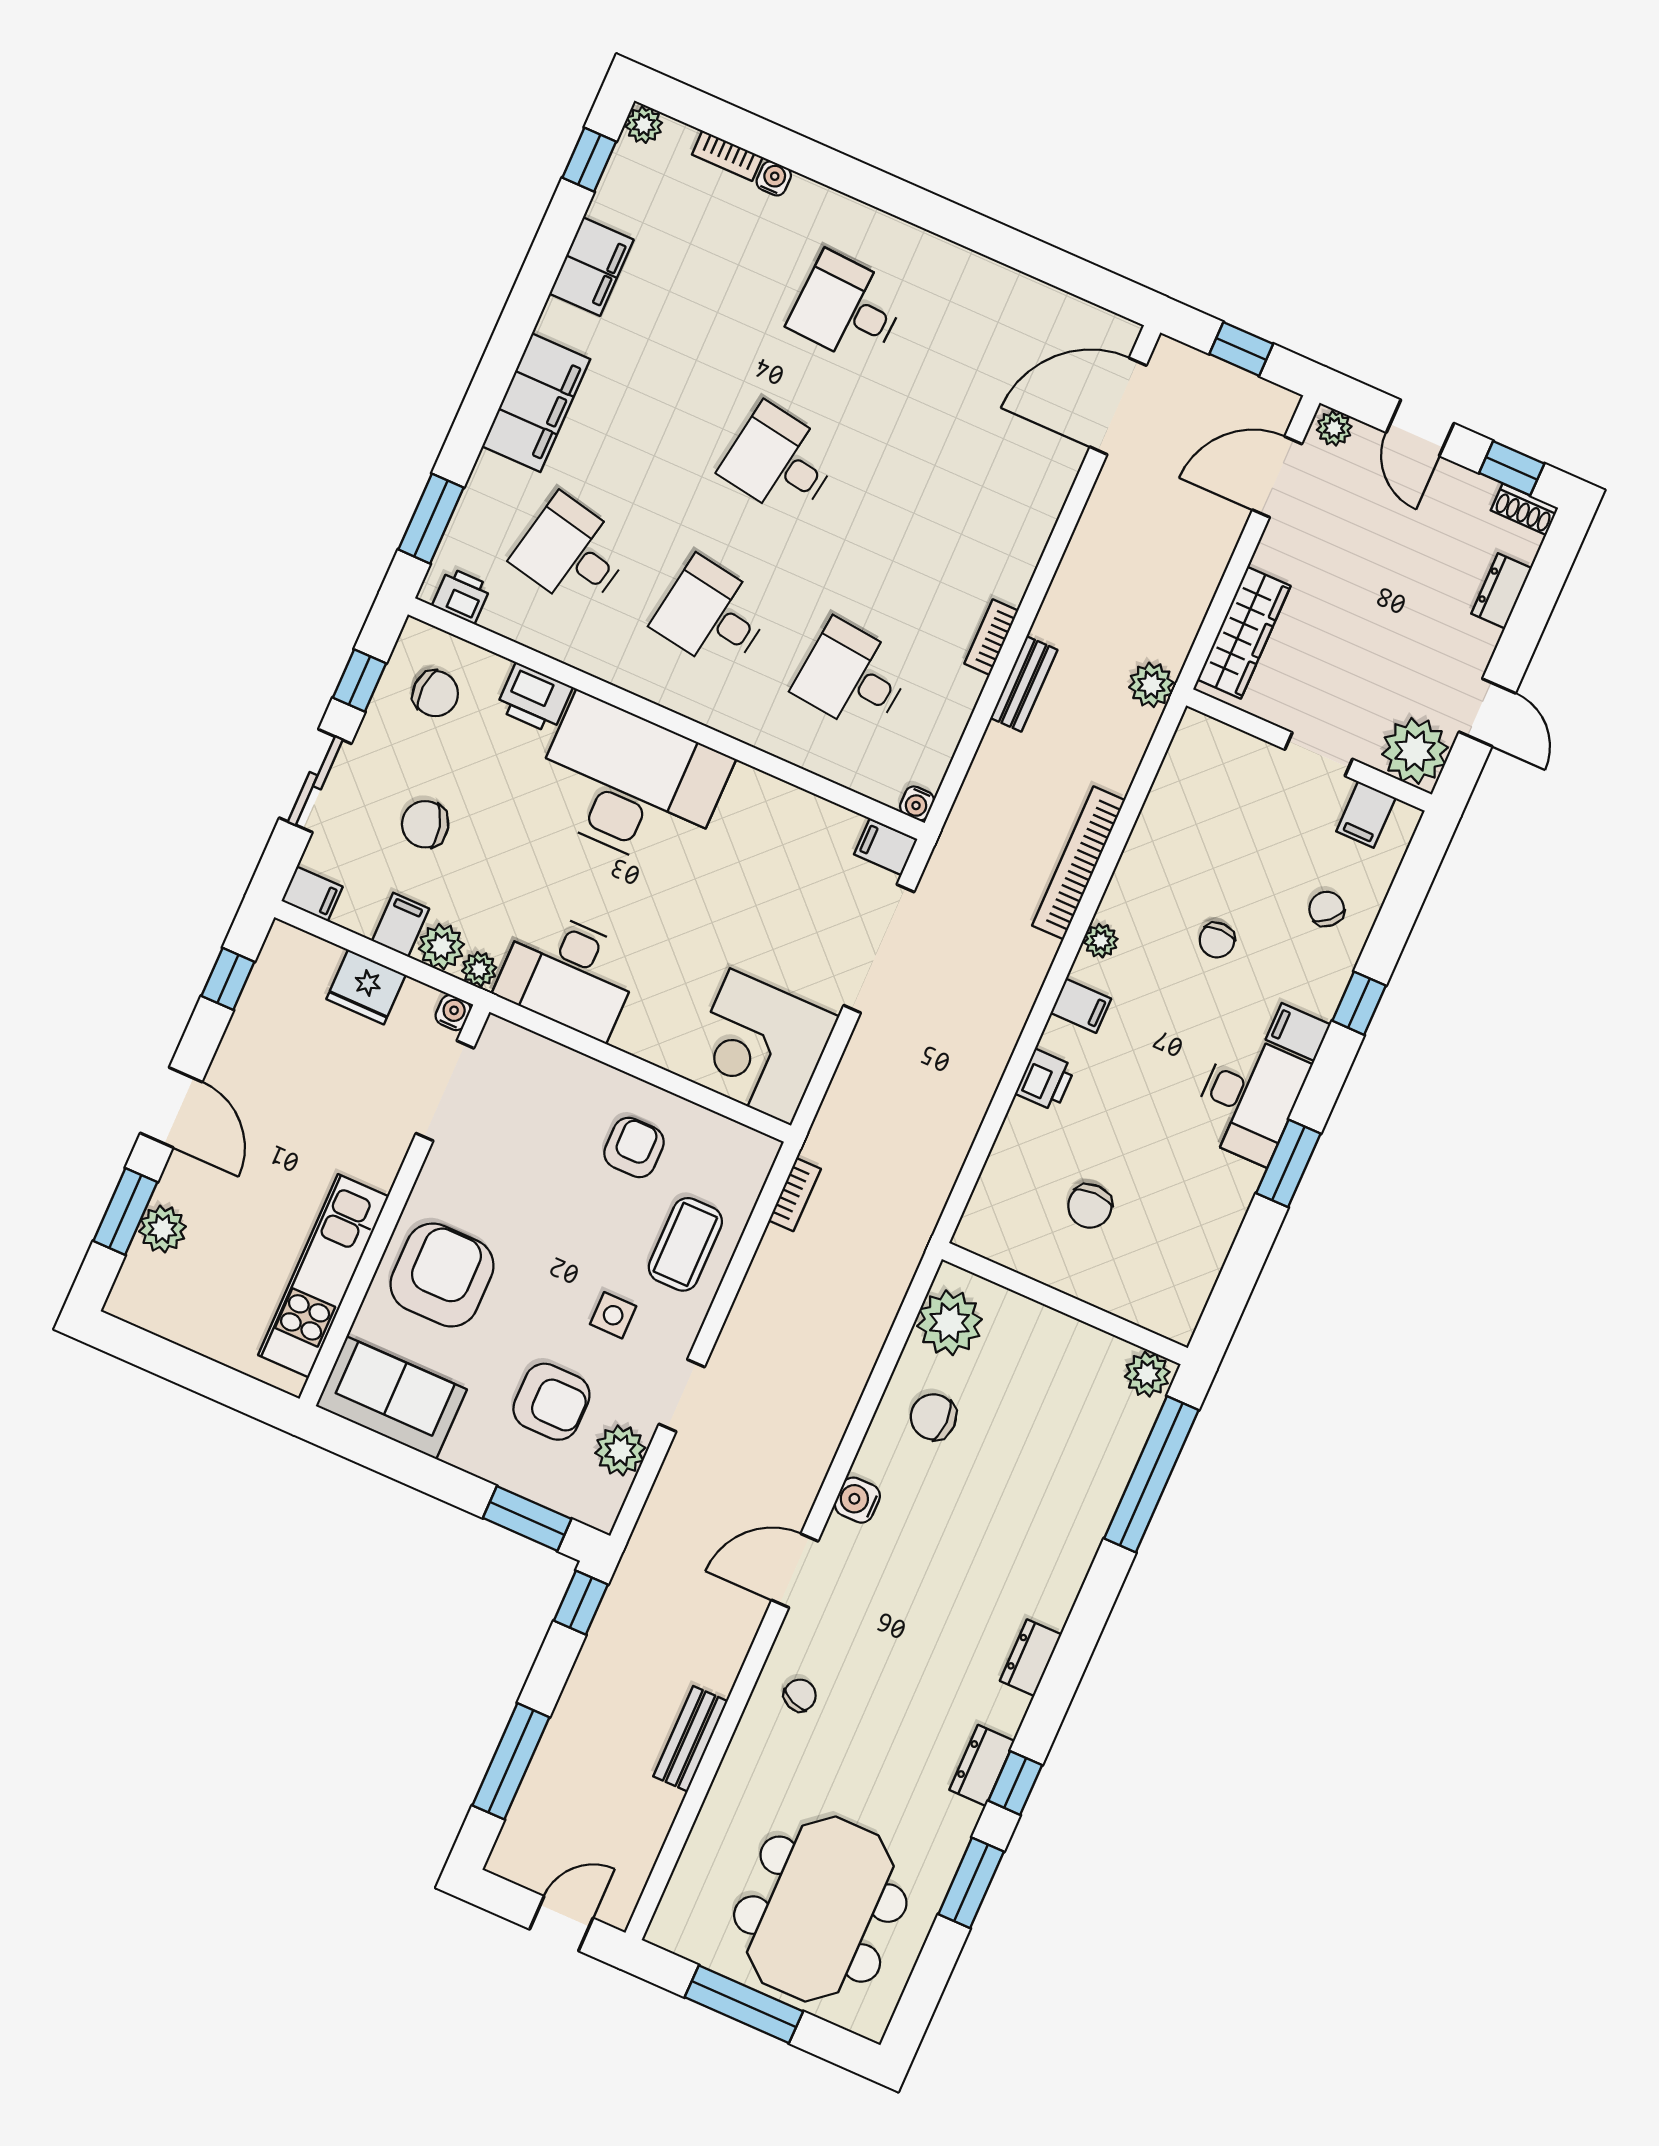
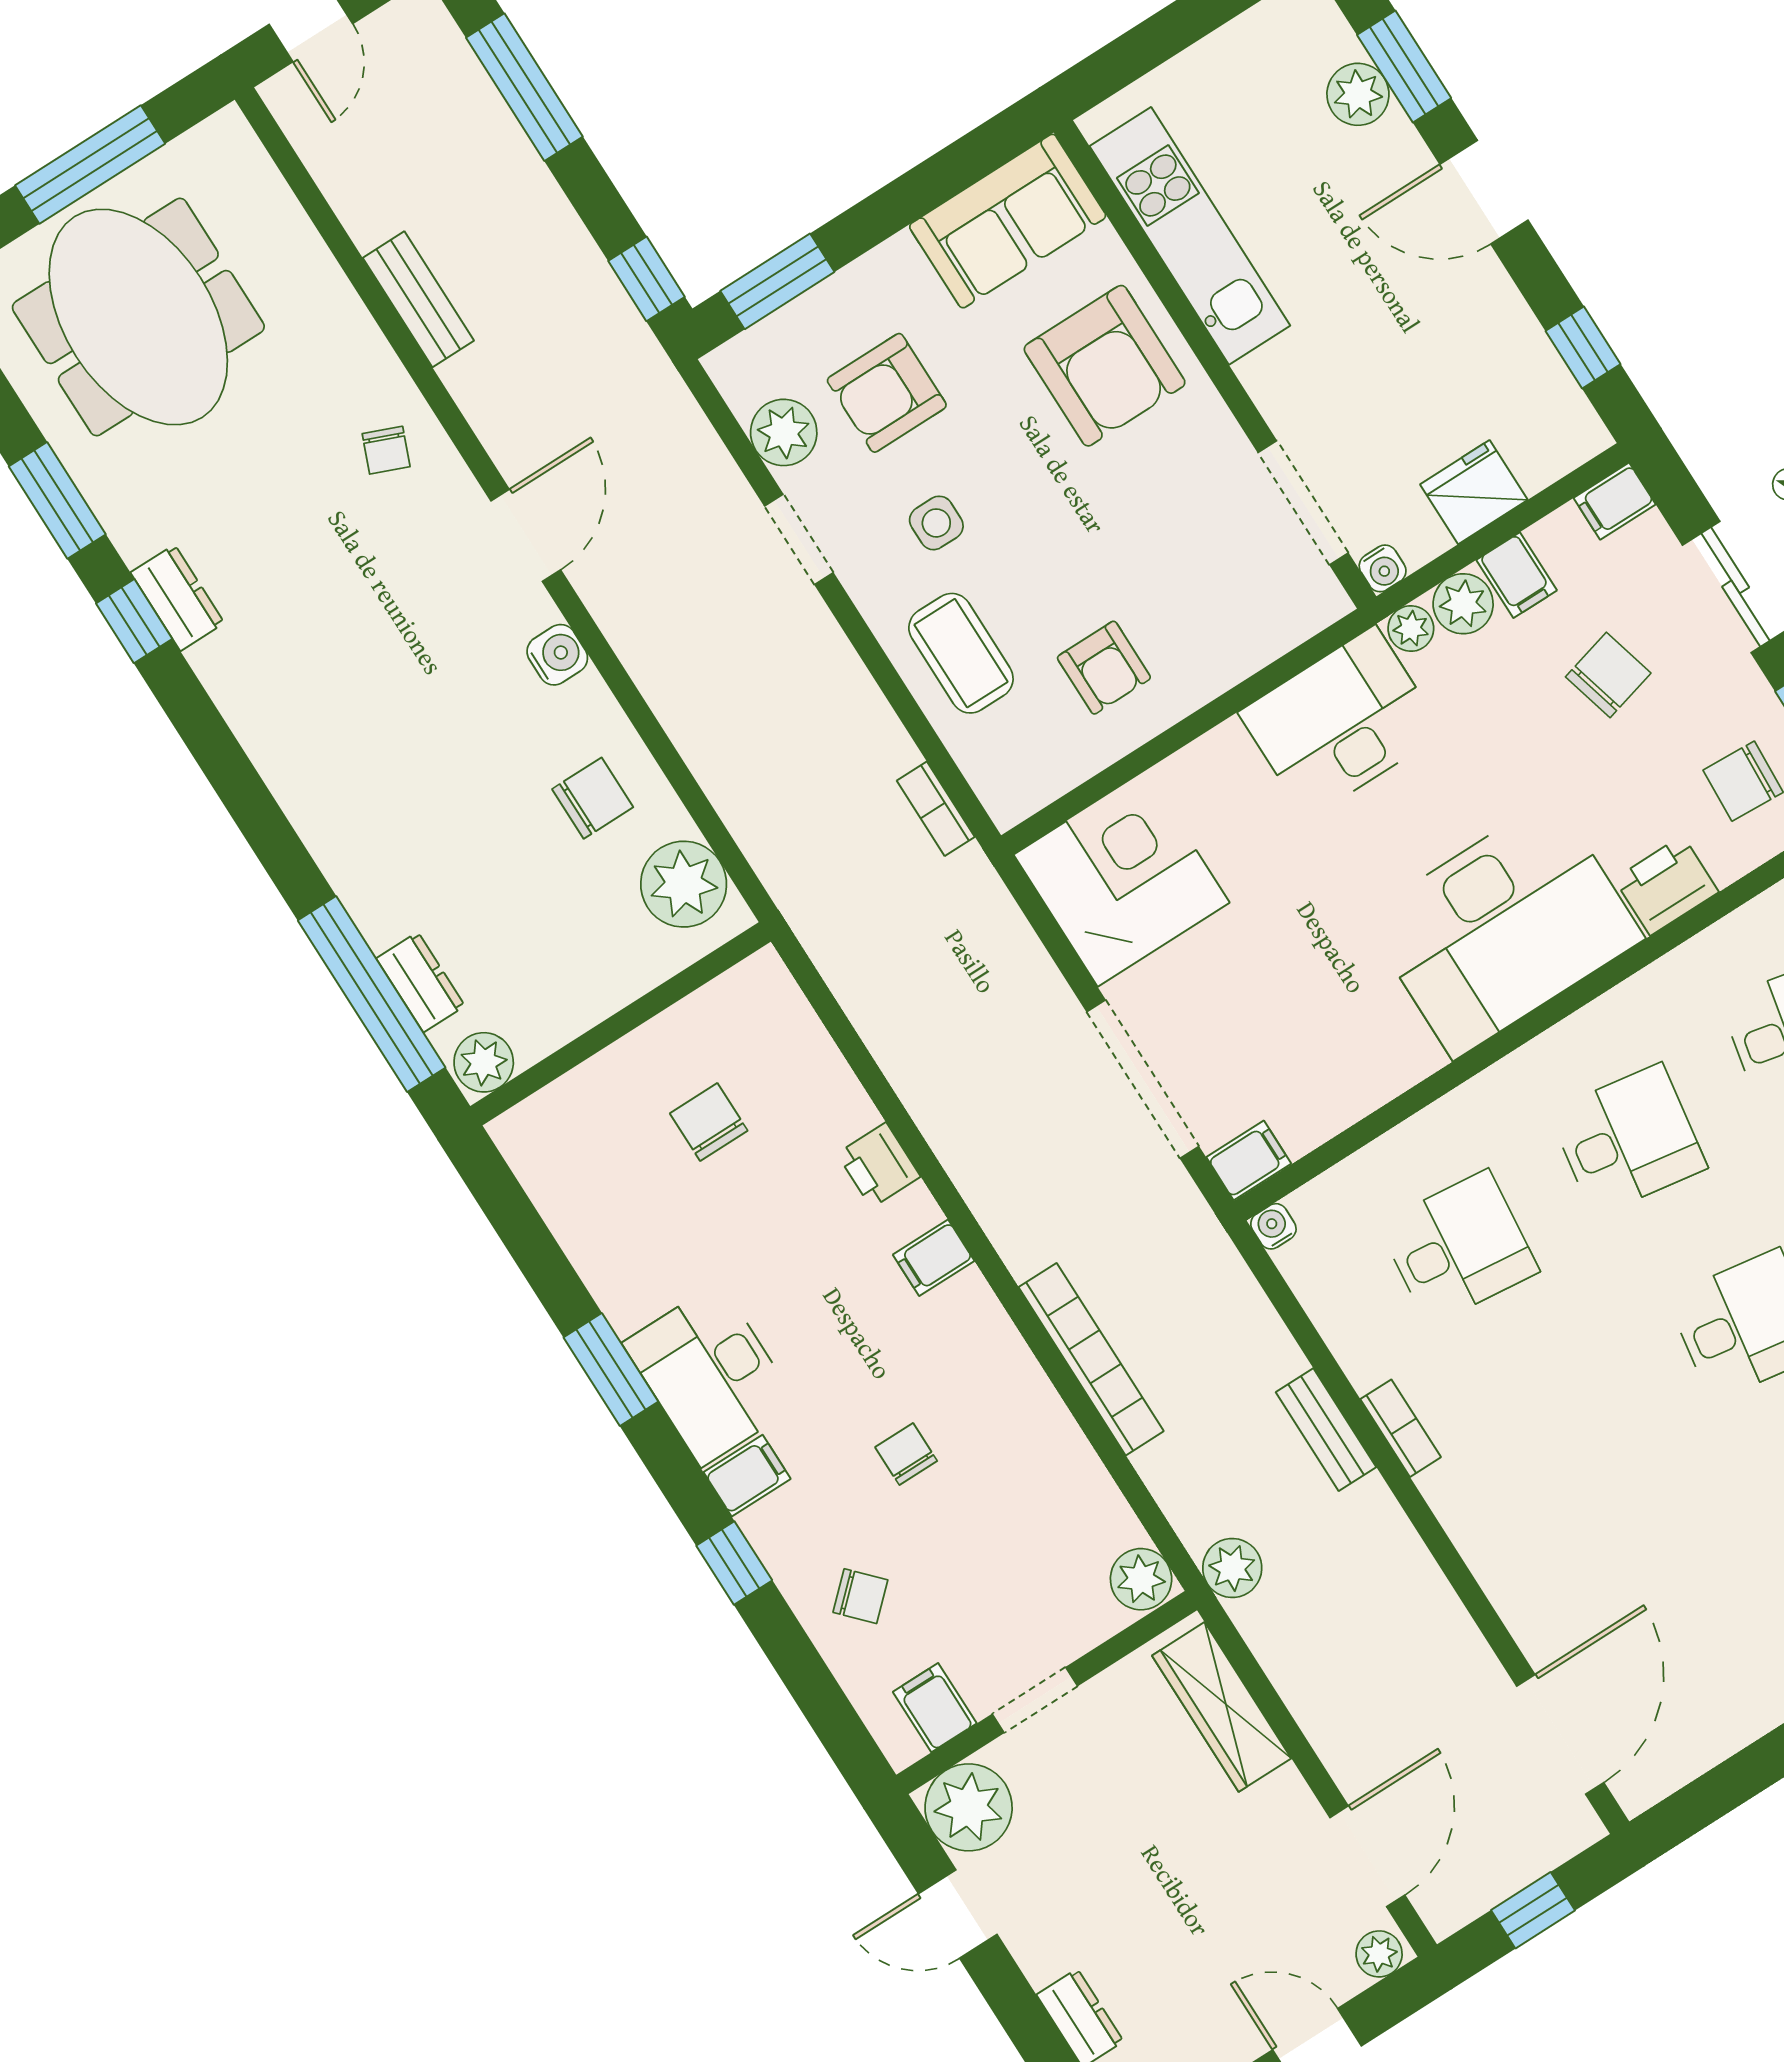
plant: (1101, 941) -> (1141, 1579), moved, width x1.38, depth x1.38
dresser: (1031, 1658) -> (421, 982), moved

